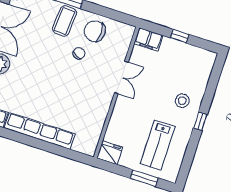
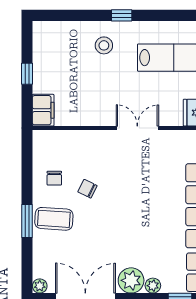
chair: (95, 31) -> (54, 178), width x0.54, depth x0.54
double door: (121, 77) -> (137, 128), moved

